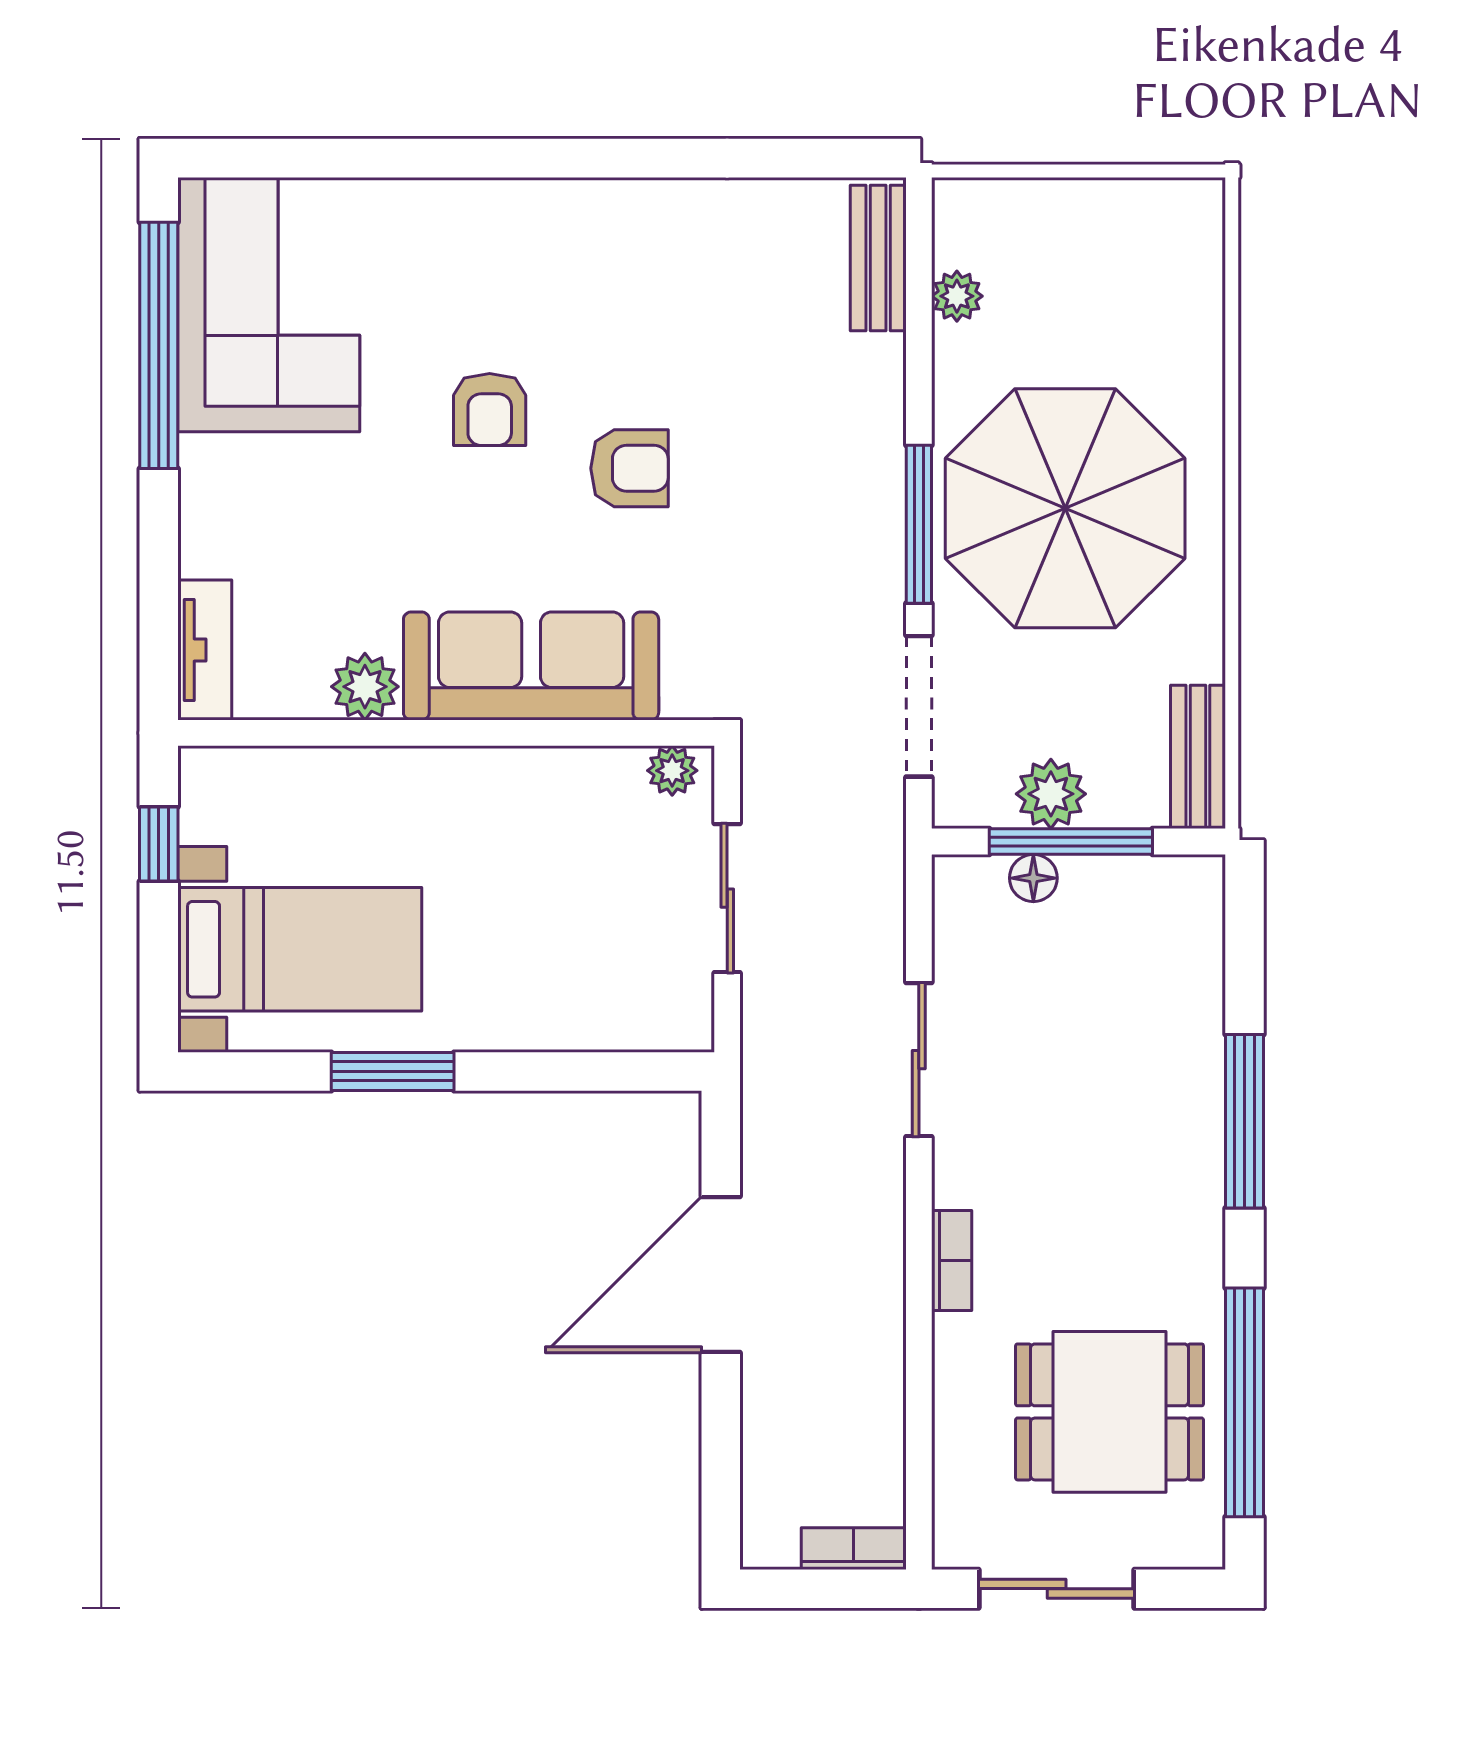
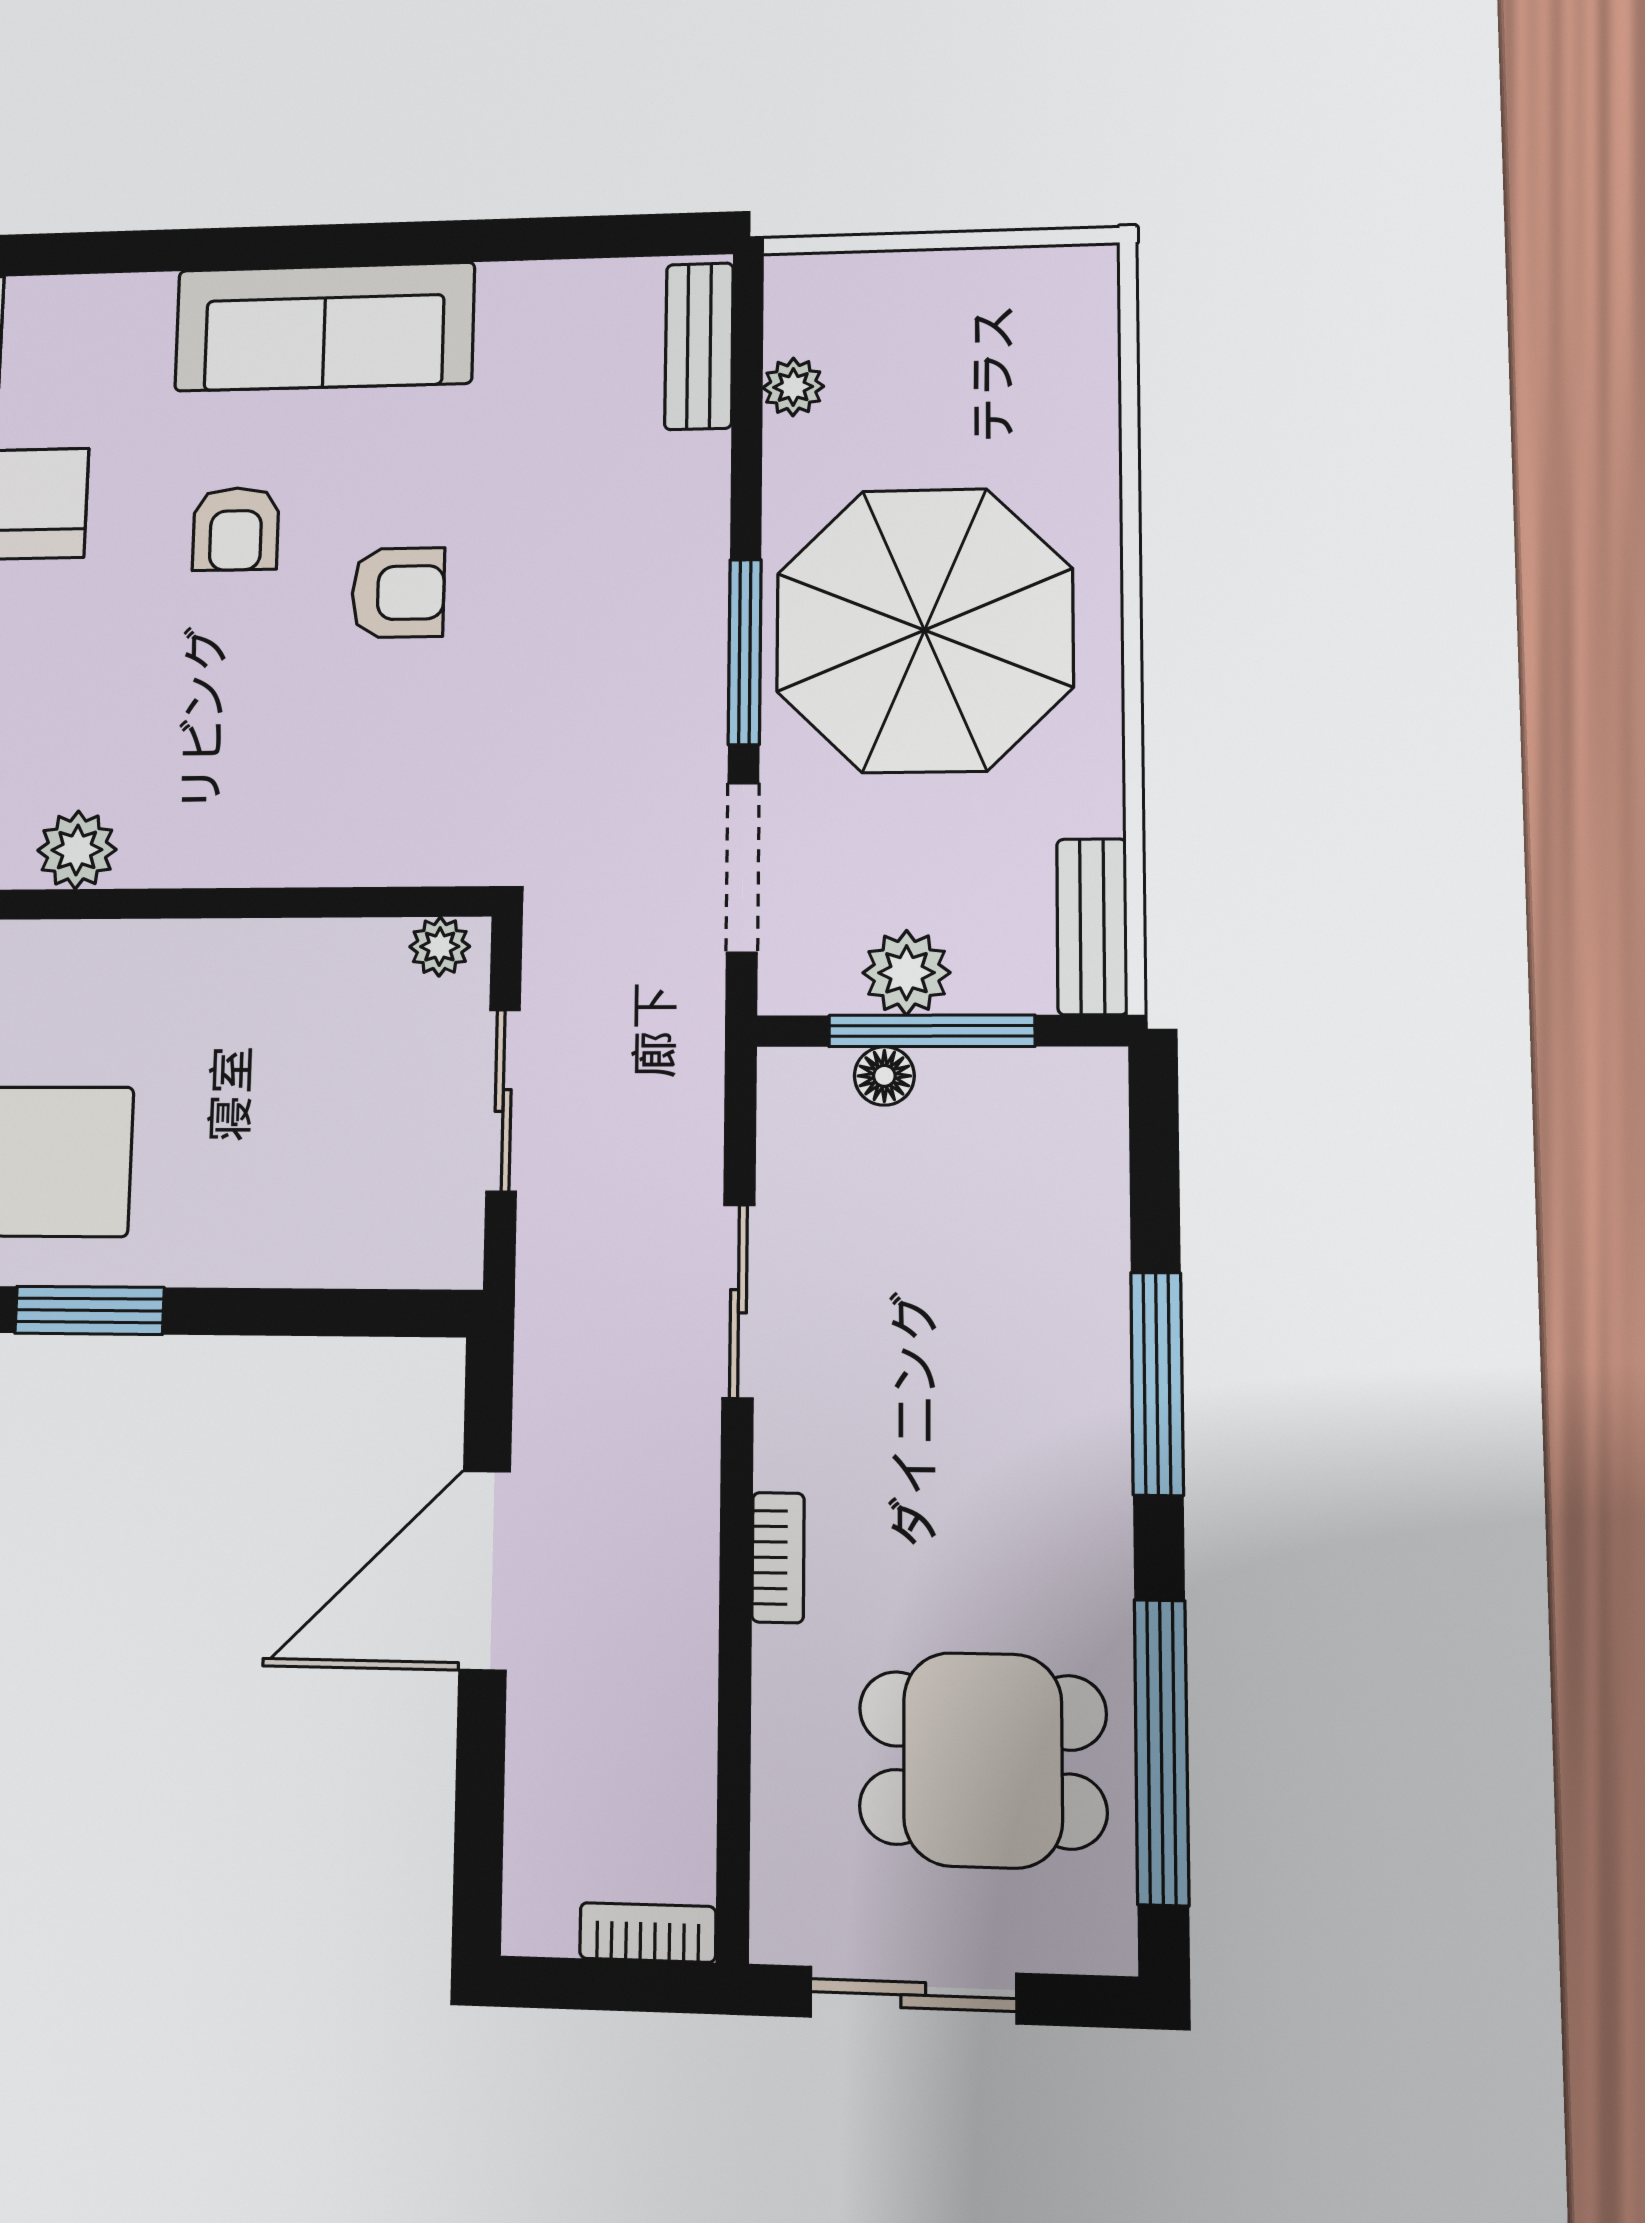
sofa: (531, 666) -> (324, 327), moved, turned 180

